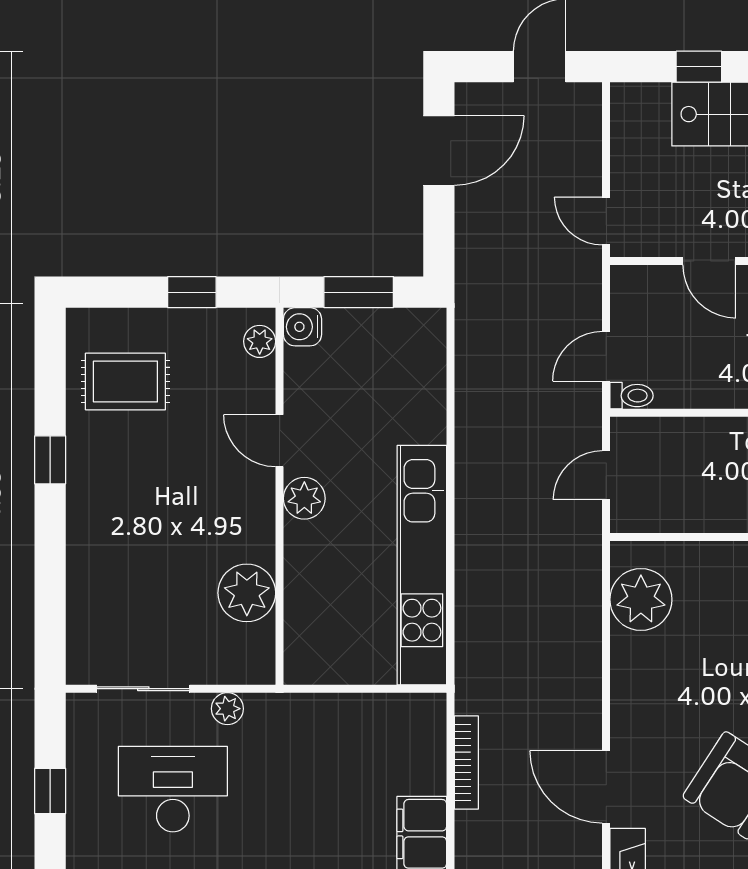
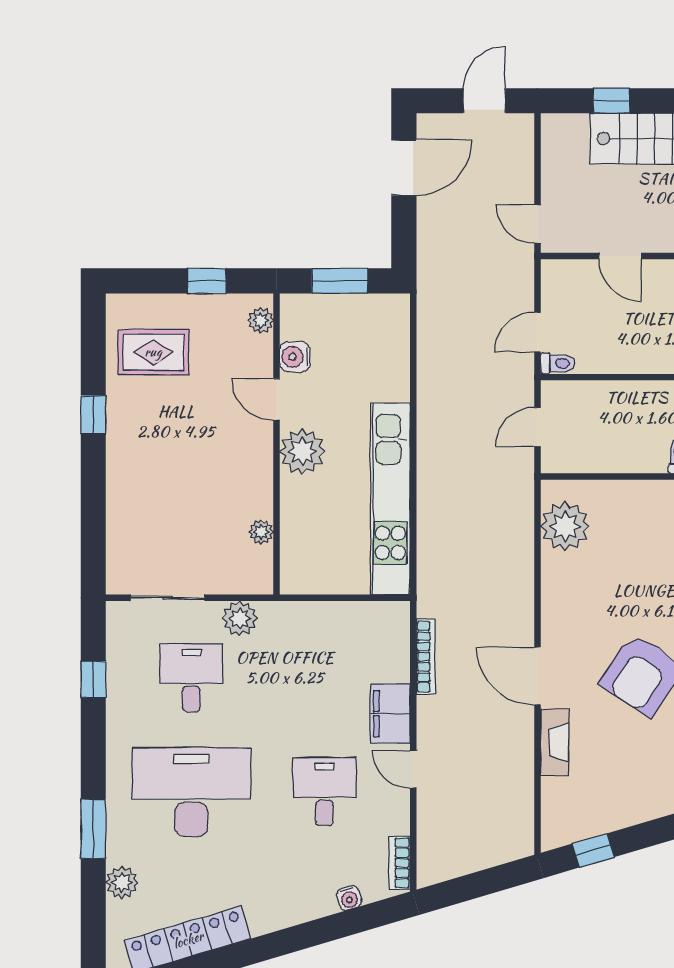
water cooler: (302, 327) -> (295, 357), moved
plant: (304, 498) -> (302, 452), width x1.36, depth x1.36
plant: (247, 593) -> (261, 532), width x0.53, depth x0.53
plant: (227, 709) -> (240, 618), width x1.38, depth x1.38
desk: (173, 789) -> (191, 678), width x0.73

